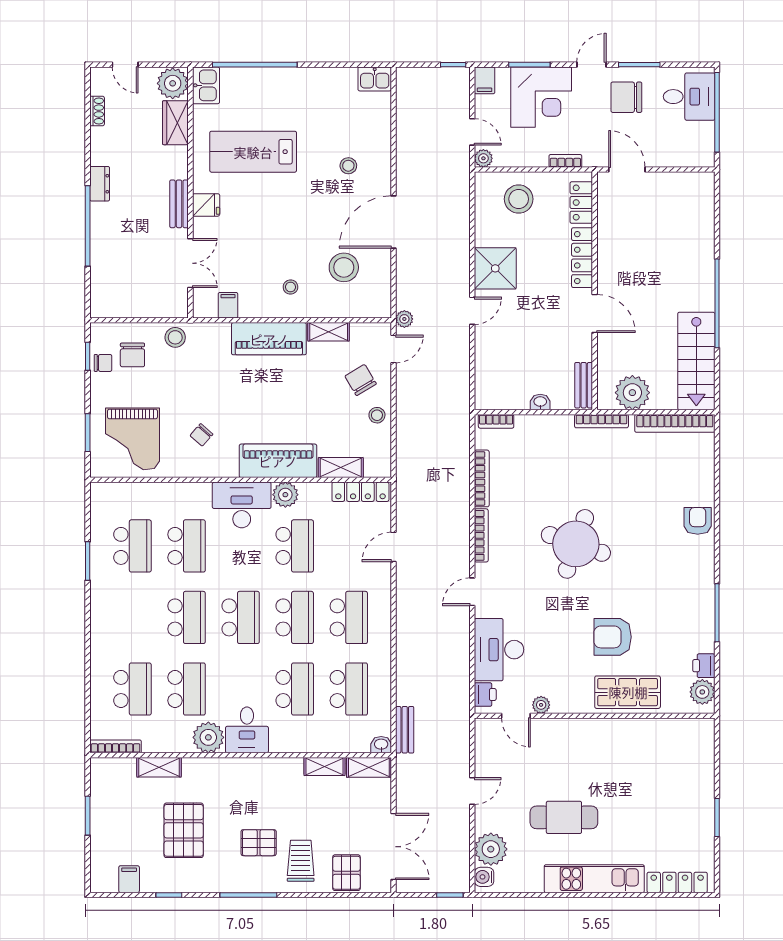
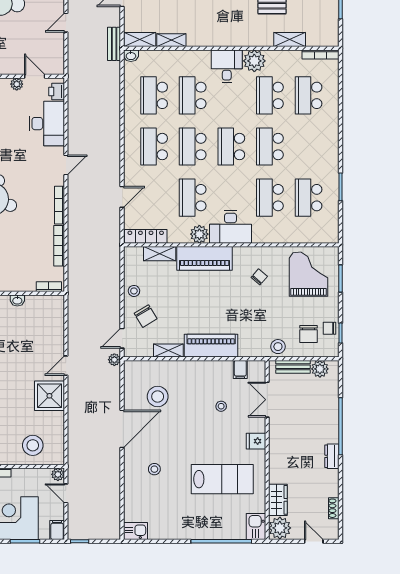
bench: (179, 204) -> (293, 367), moved, turned 90
stool: (290, 287) -> (221, 406), moved
plant: (117, 306) -> (320, 369), added
chair: (132, 355) -> (308, 334), turned 180
bench: (405, 730) -> (114, 44), moved

